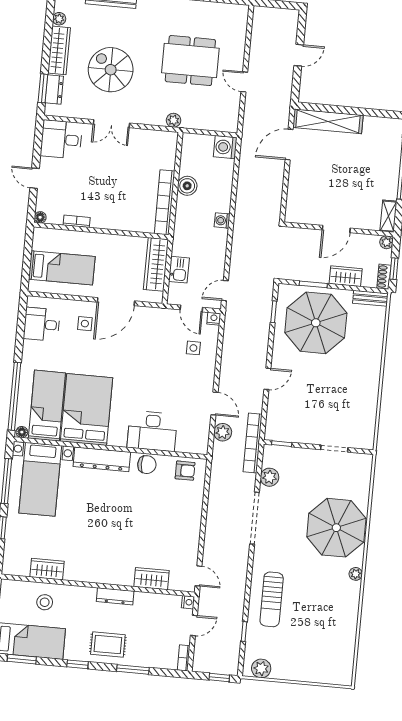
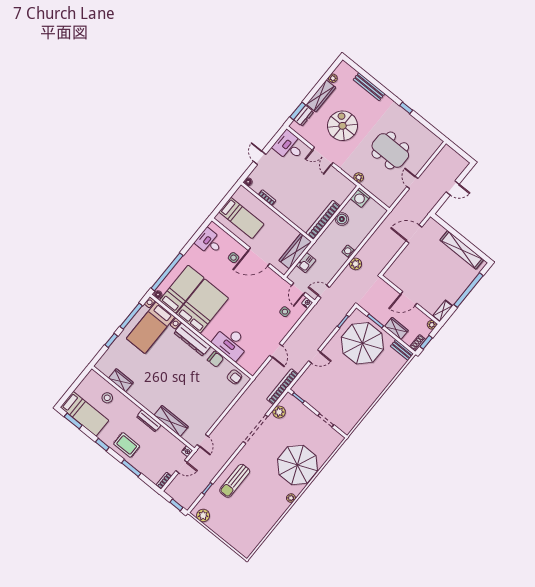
shelving: (328, 121) -> (462, 250), moved
washing machine: (225, 147) -> (360, 198), moved, turned -90
plant: (223, 432) -> (356, 264), moved
wardrobe: (151, 579) -> (171, 421), width x1.50

